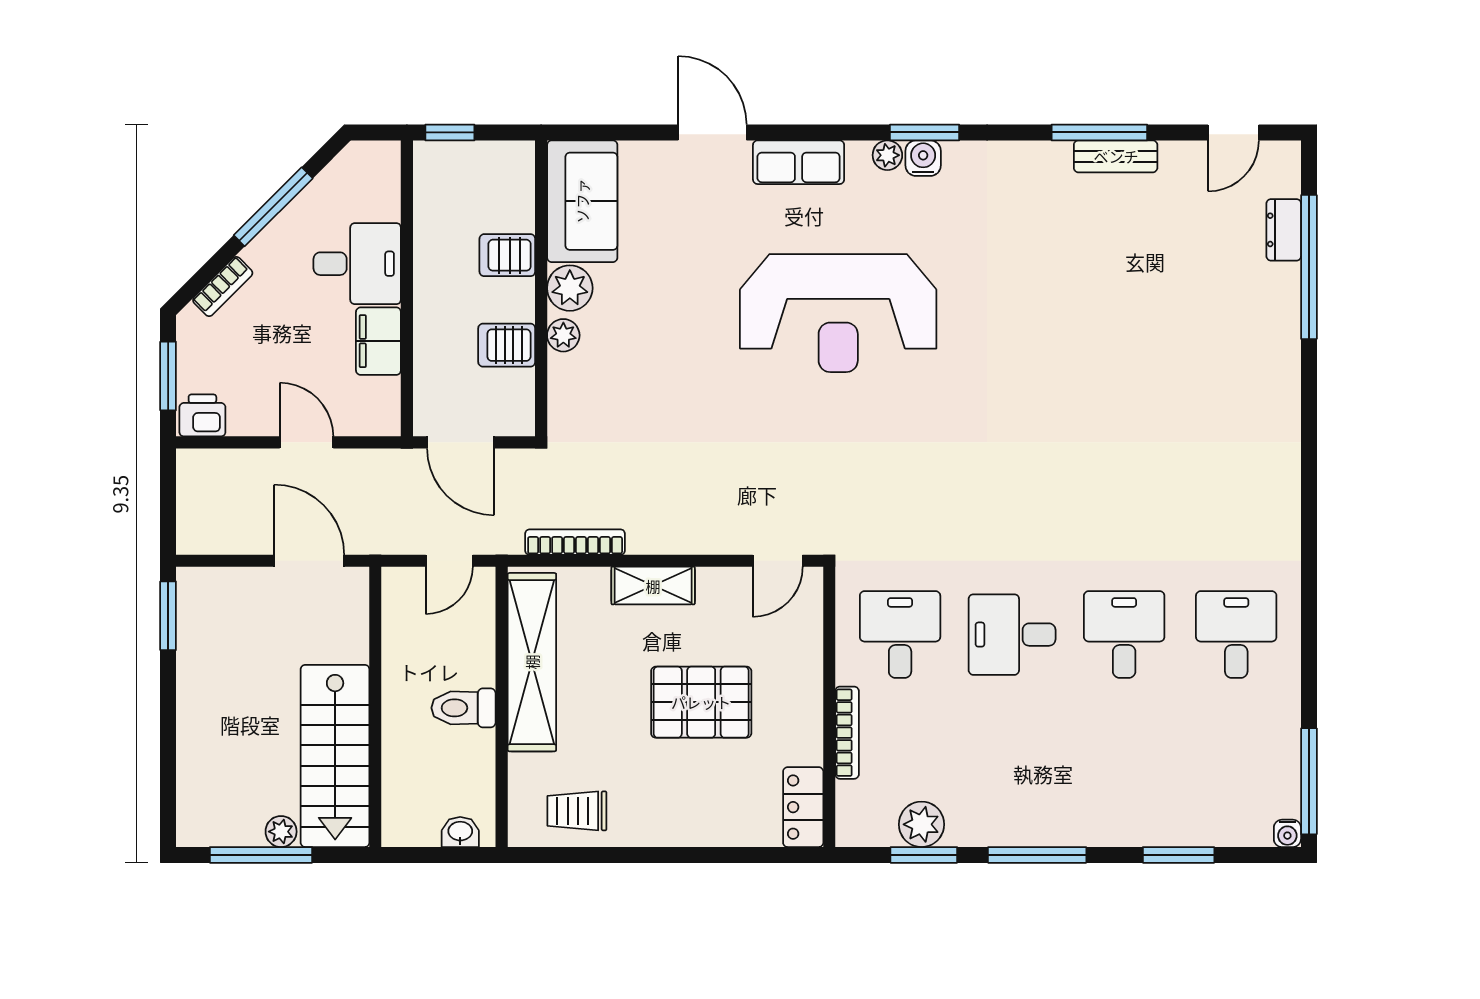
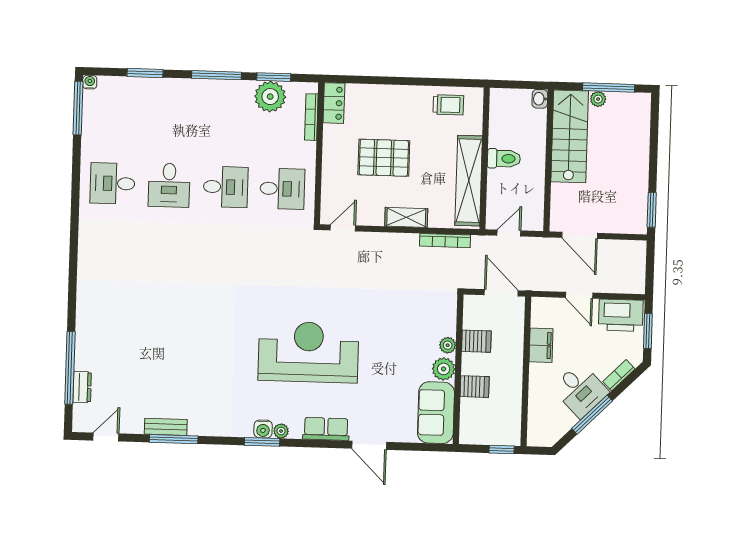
desk: (357, 264) -> (580, 390), moved, turned -135
printer: (202, 415) -> (621, 315), width x1.87, depth x1.48
desk: (900, 635) -> (282, 189), turned -90
desk: (1236, 635) -> (112, 183), turned 90
bookcase: (847, 733) -> (311, 117), moved
plant: (921, 824) -> (270, 97), width x1.36, depth x1.36
washbasin: (460, 832) -> (540, 99), moved, turned 90

